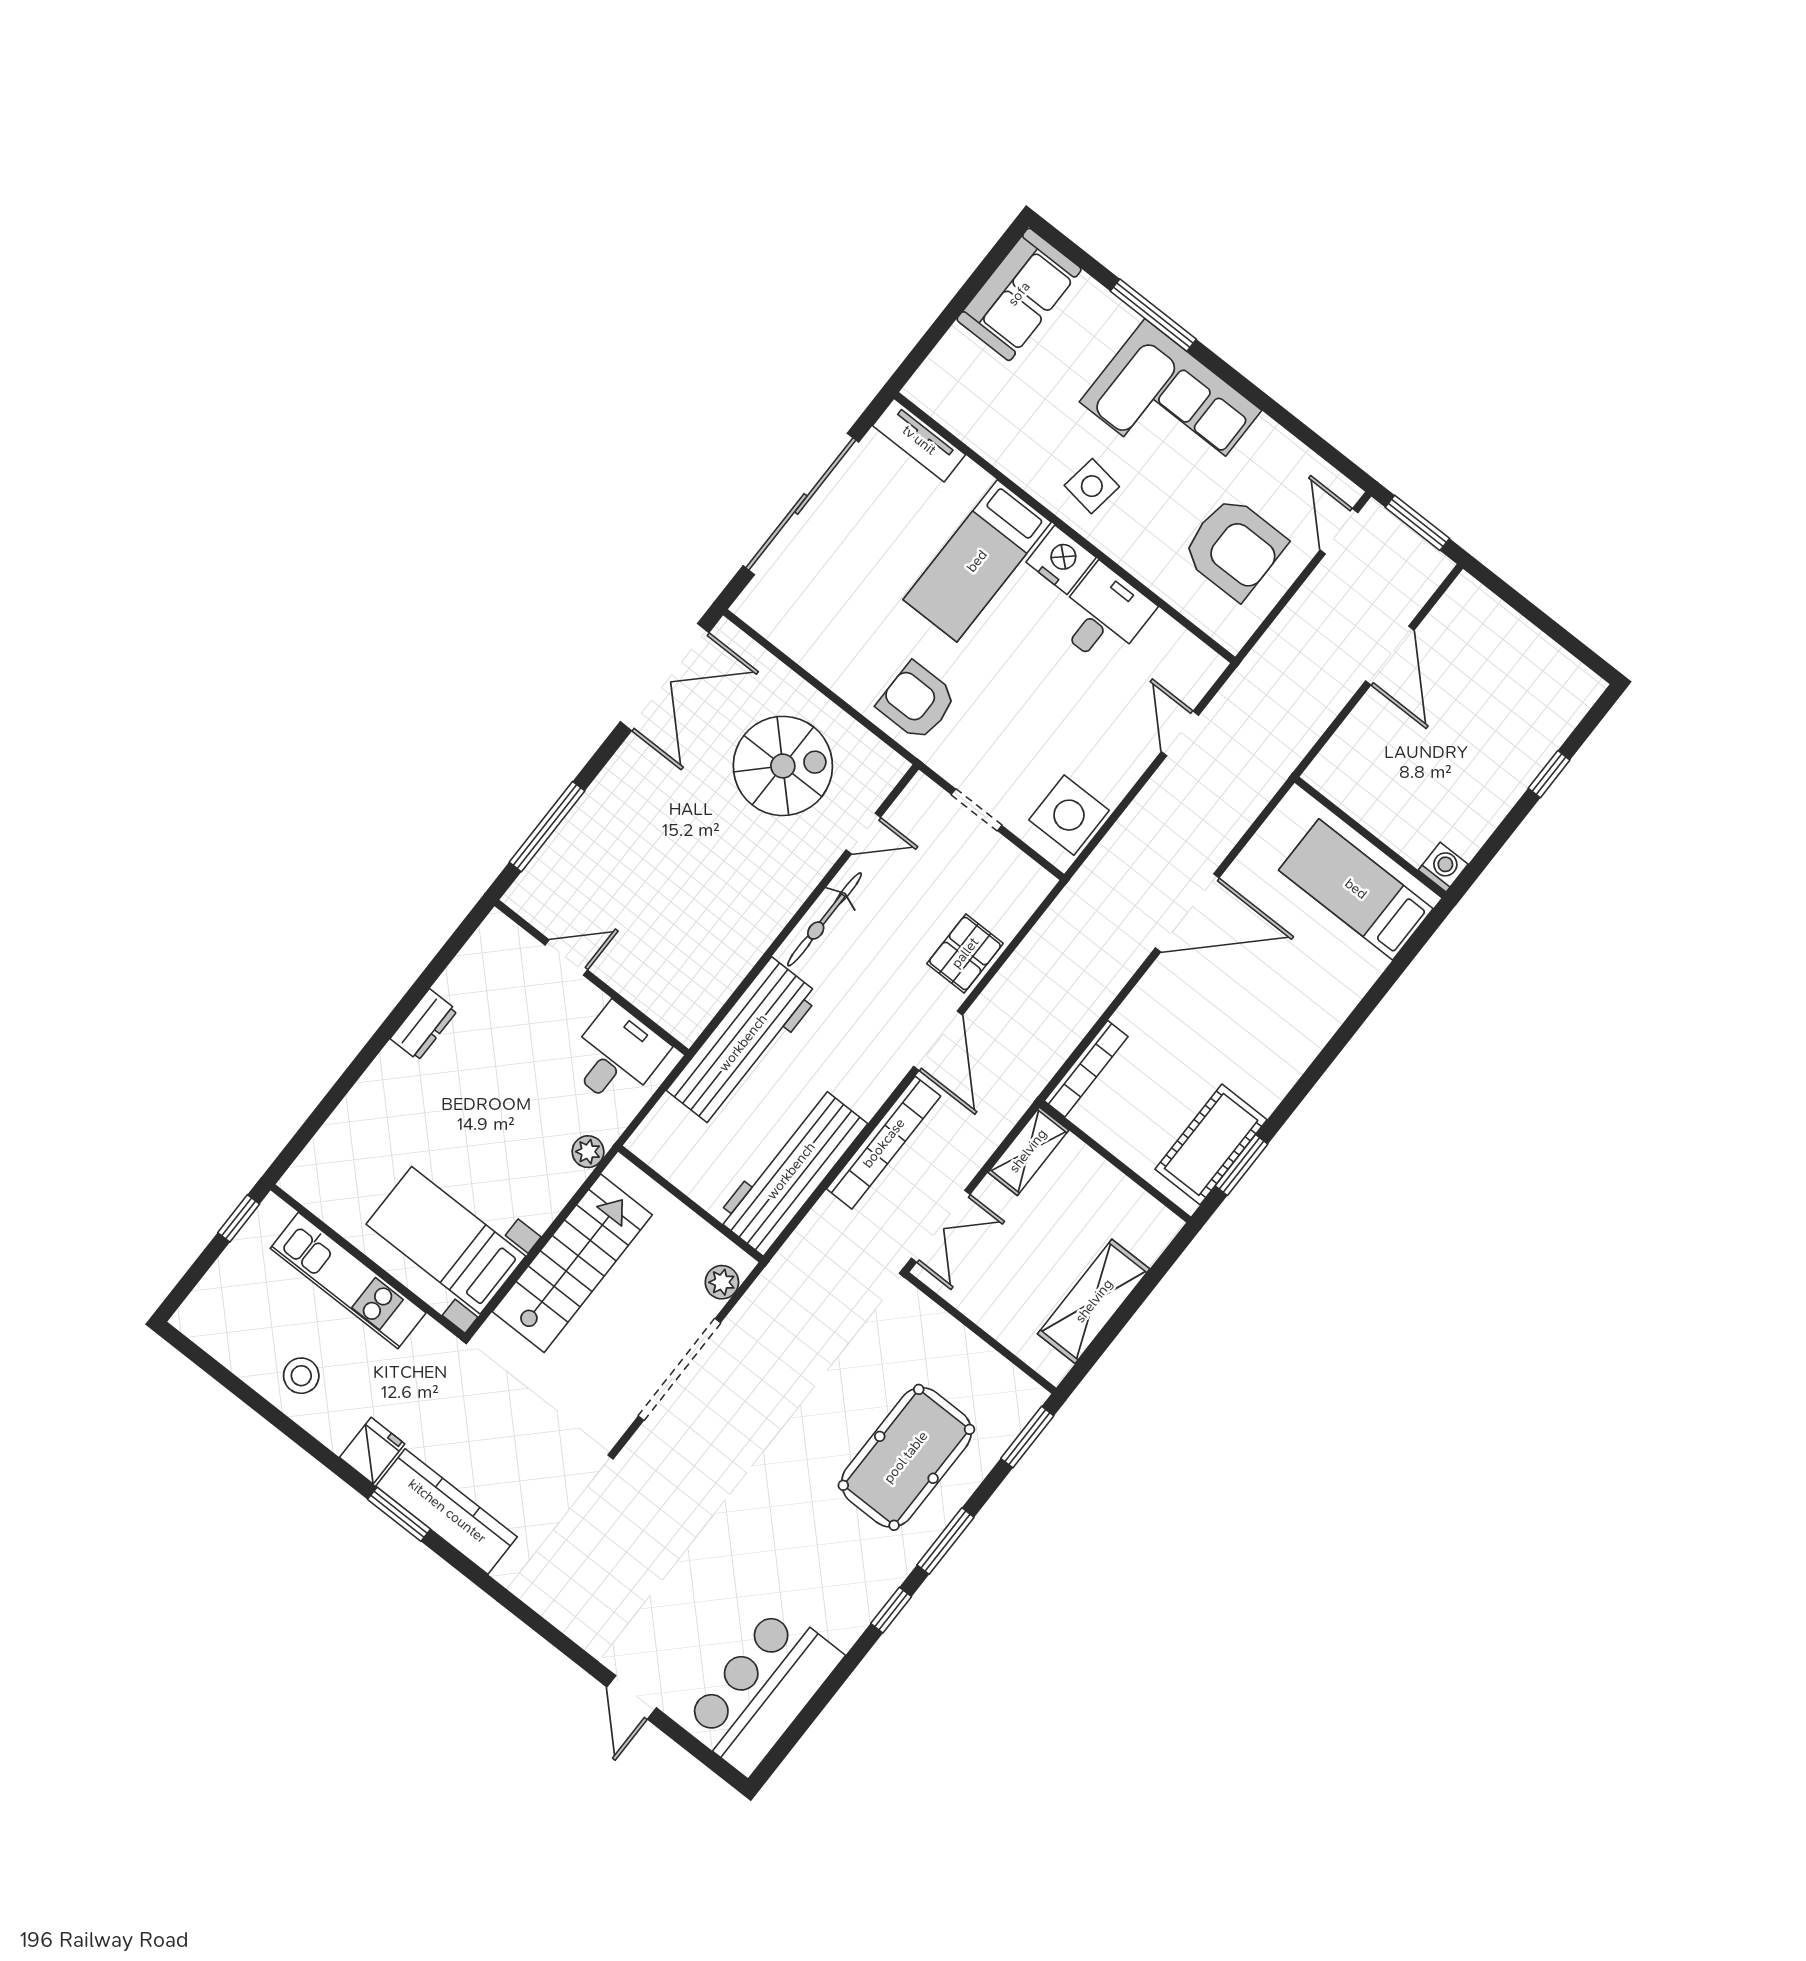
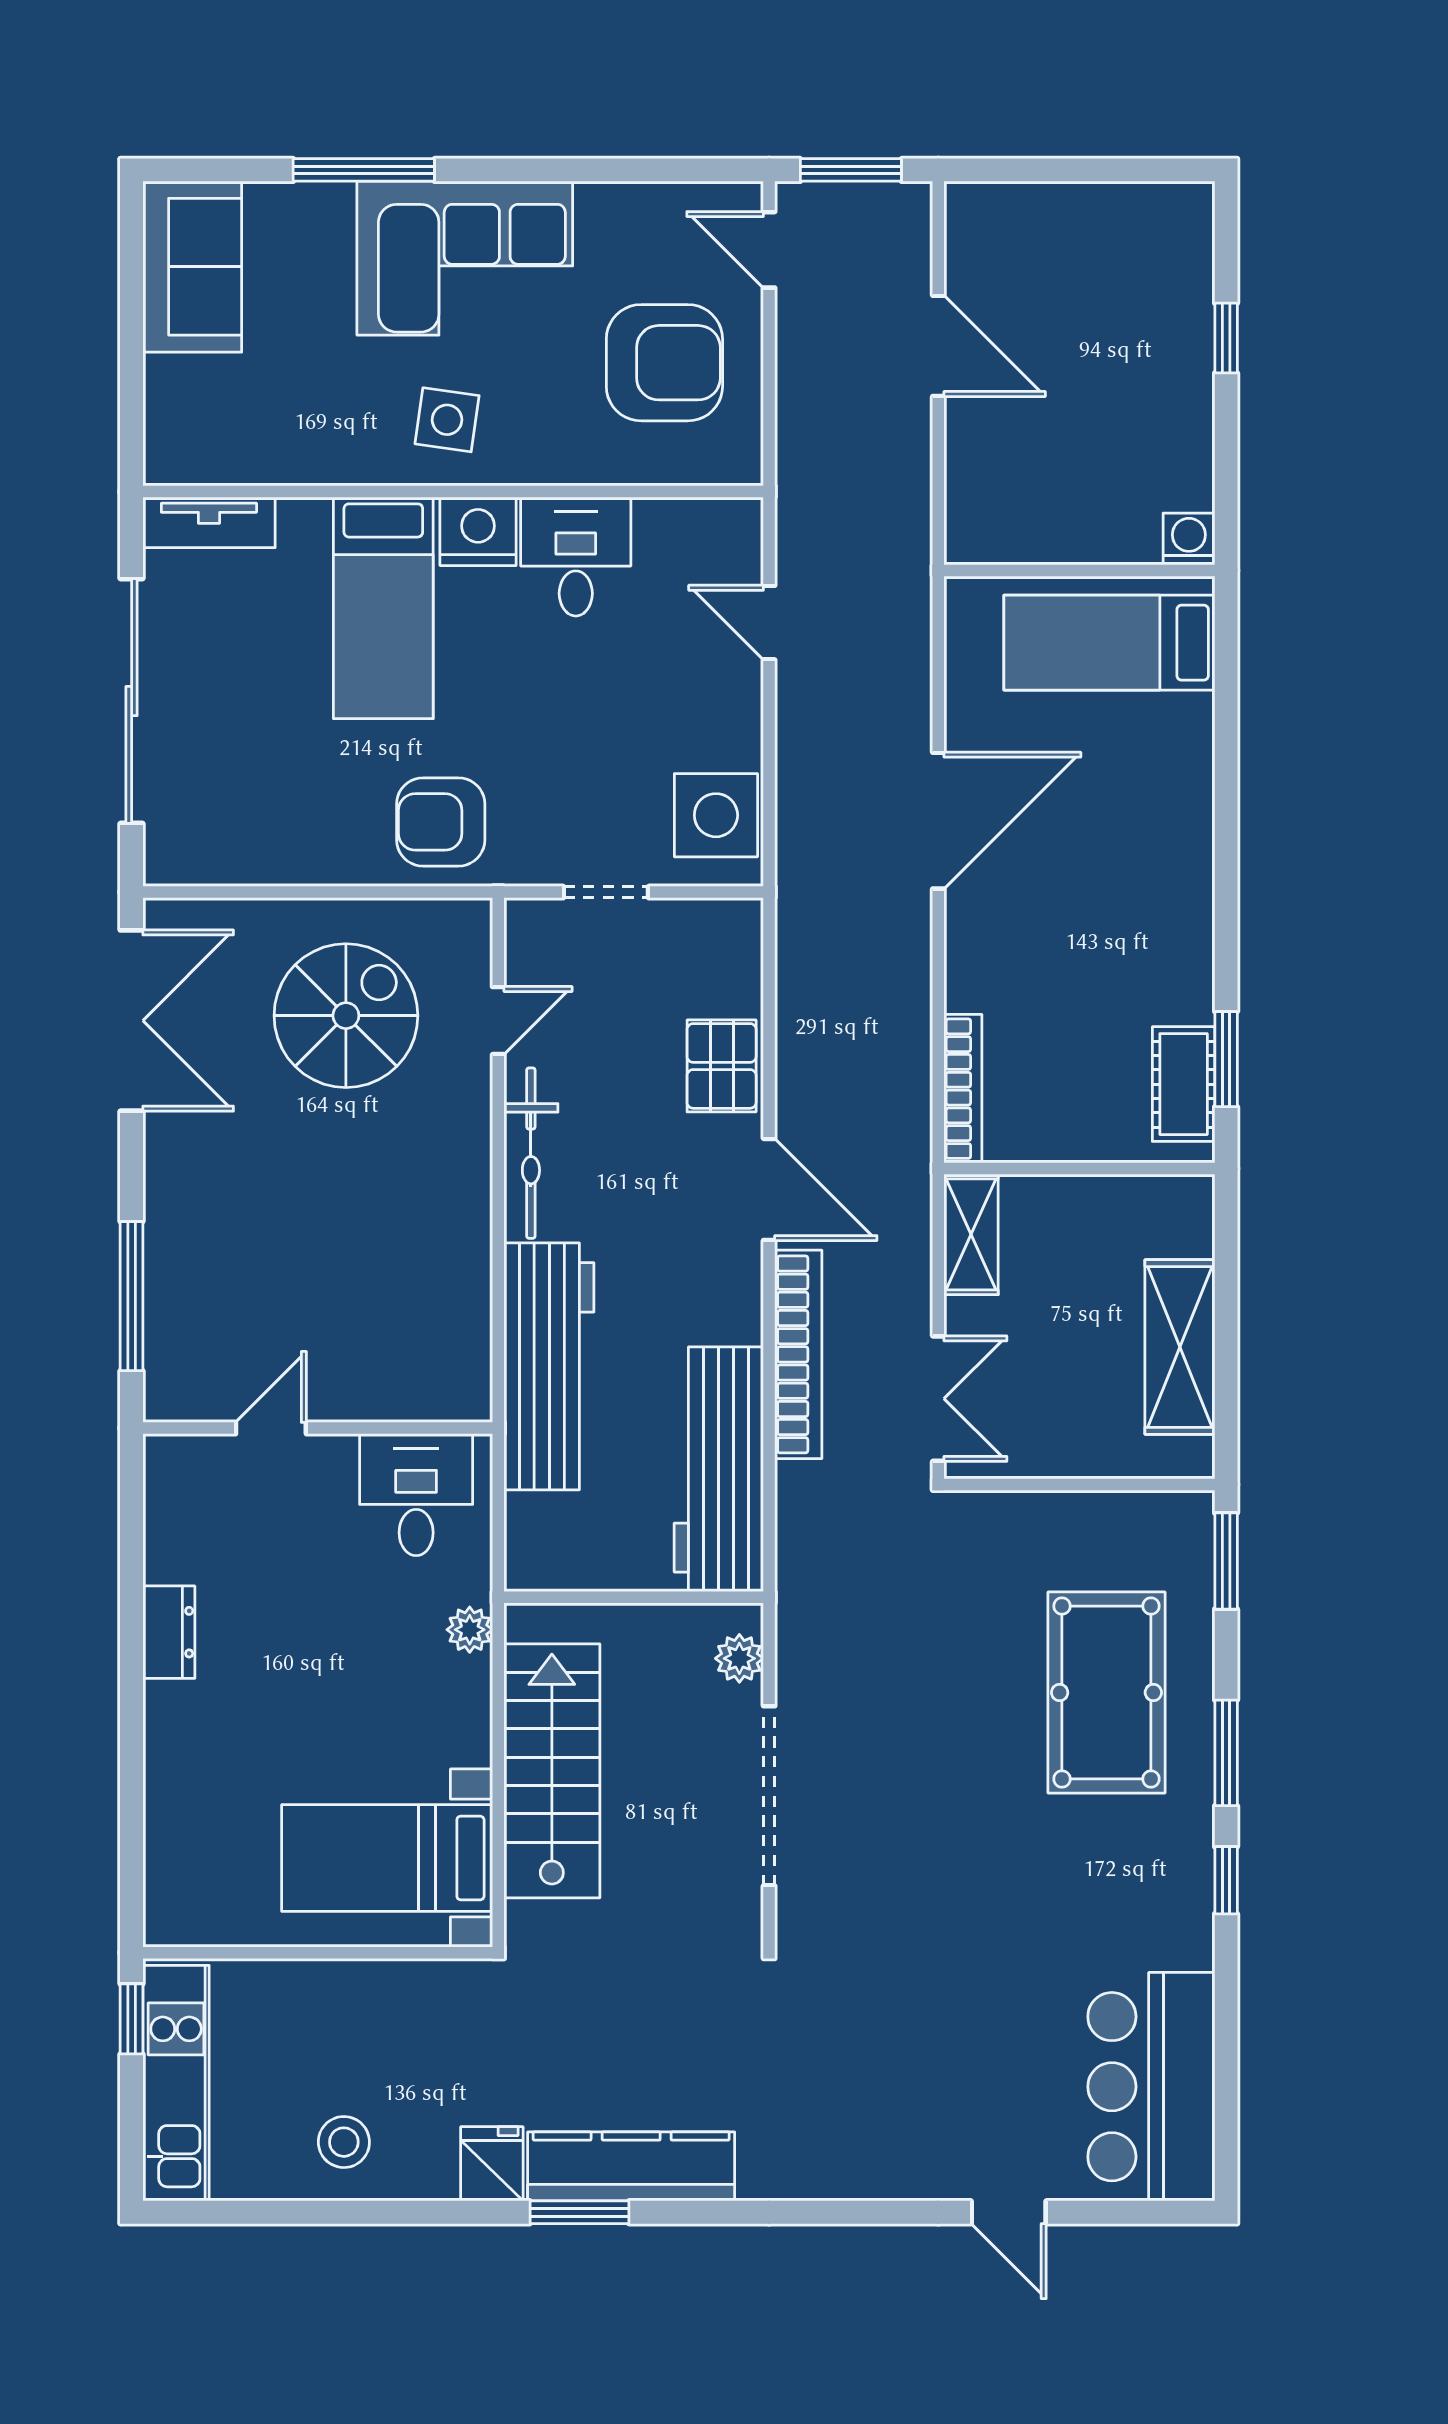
cot: (1211, 1144) -> (1184, 1084), width x0.73, depth x0.75
kitchen unit: (348, 1281) -> (176, 2083), moved, turned -90

